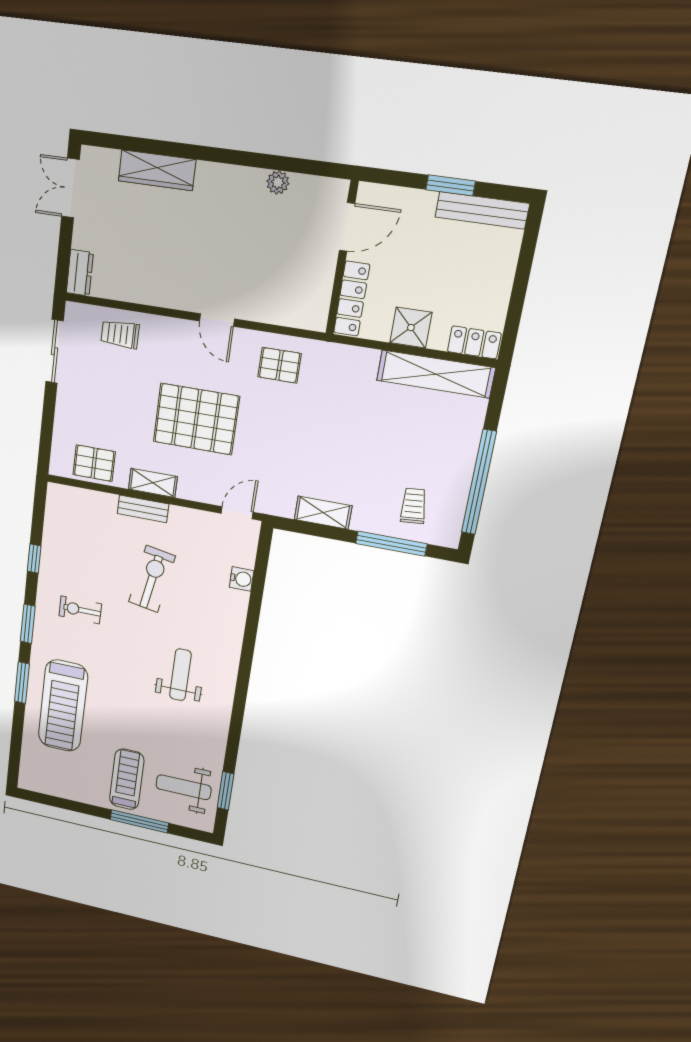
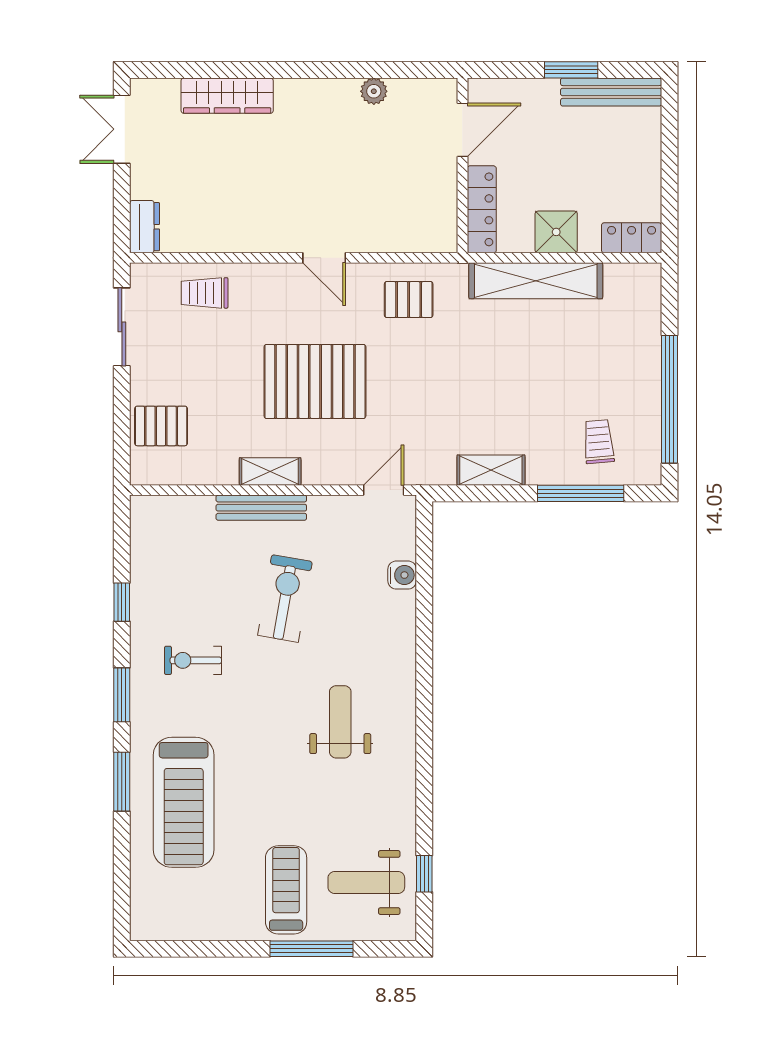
shelving: (436, 374) -> (536, 281), moved
pallet: (94, 463) -> (161, 426), moved
bench: (143, 509) -> (261, 508), width x1.36
window: (226, 791) -> (424, 874), width x0.67

